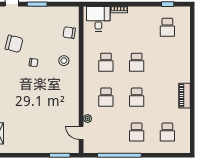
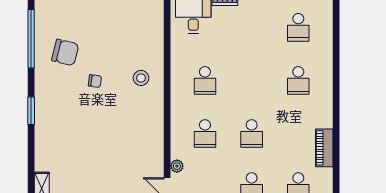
chair: (69, 33) -> (149, 35), removed
school desk: (137, 62) -> (298, 80), moved
piano: (184, 96) -> (324, 148), moved

